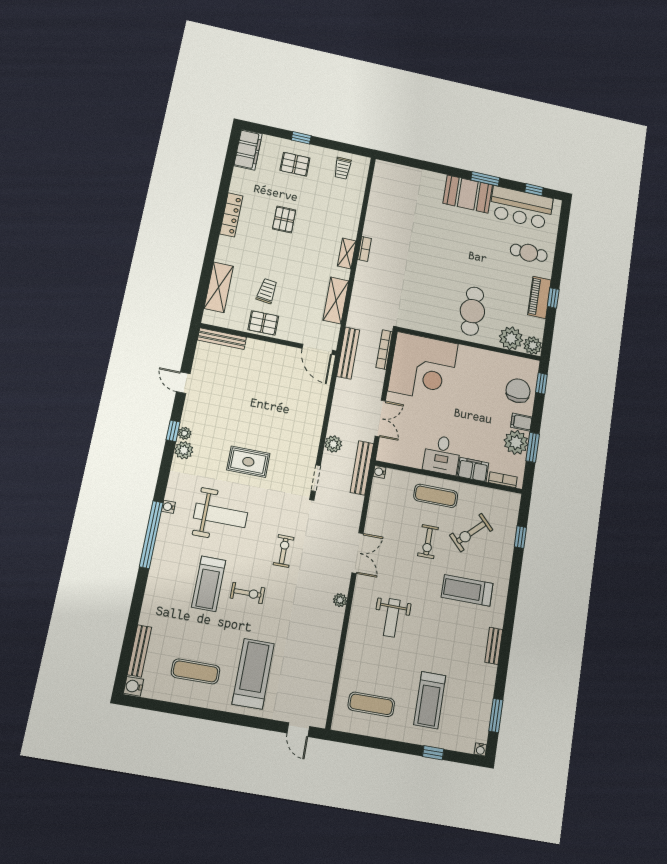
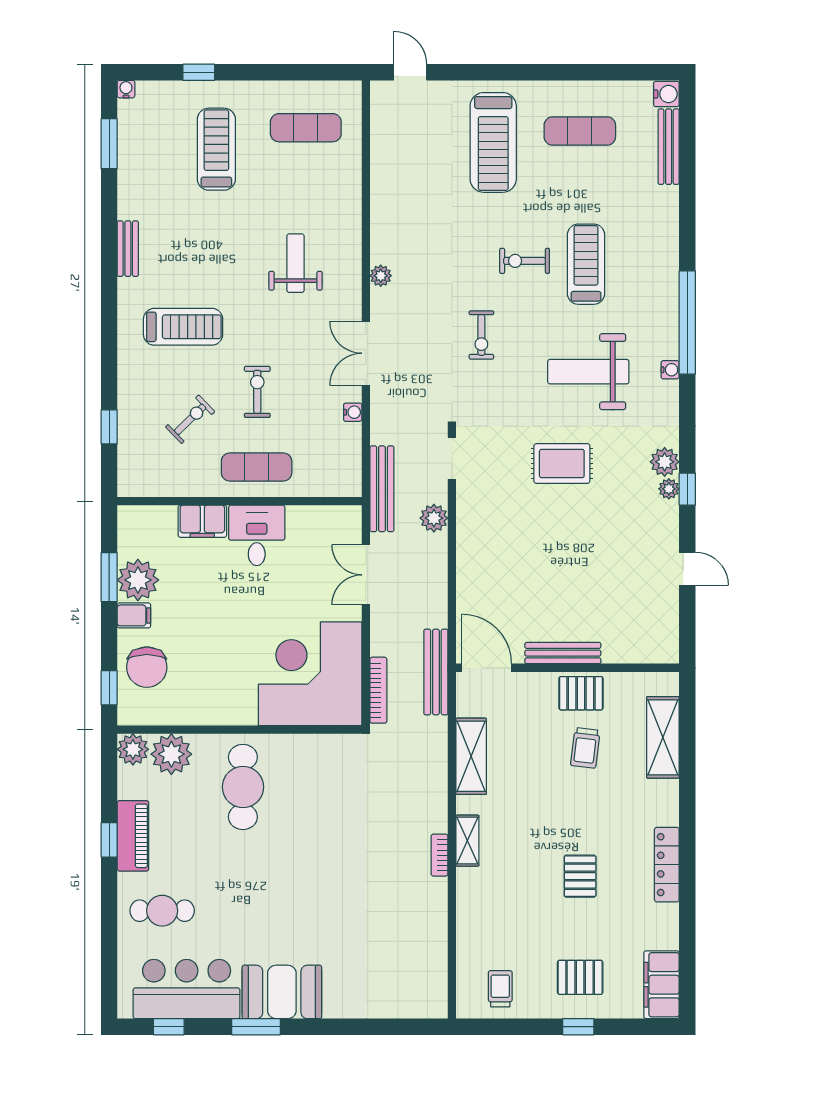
bench: (222, 339) -> (563, 653), moved
water cooler: (380, 472) -> (353, 412), moved
bookcase: (503, 480) -> (151, 514), removed
exercise bike: (471, 532) -> (190, 419), width x0.73, depth x0.72

